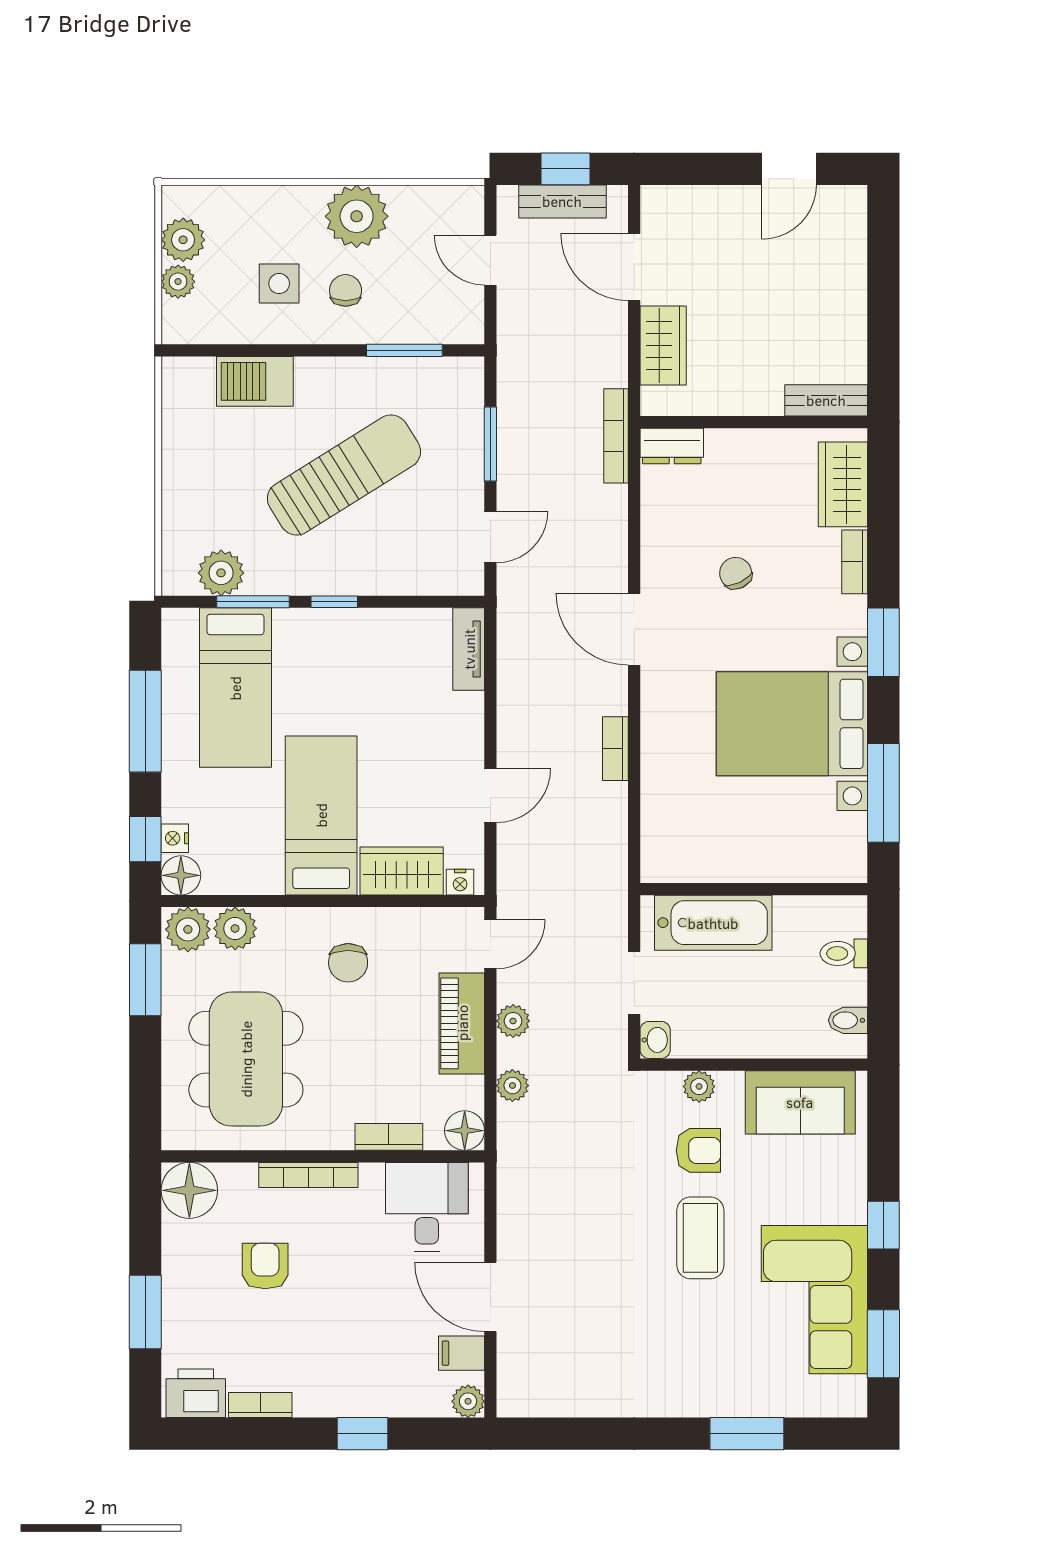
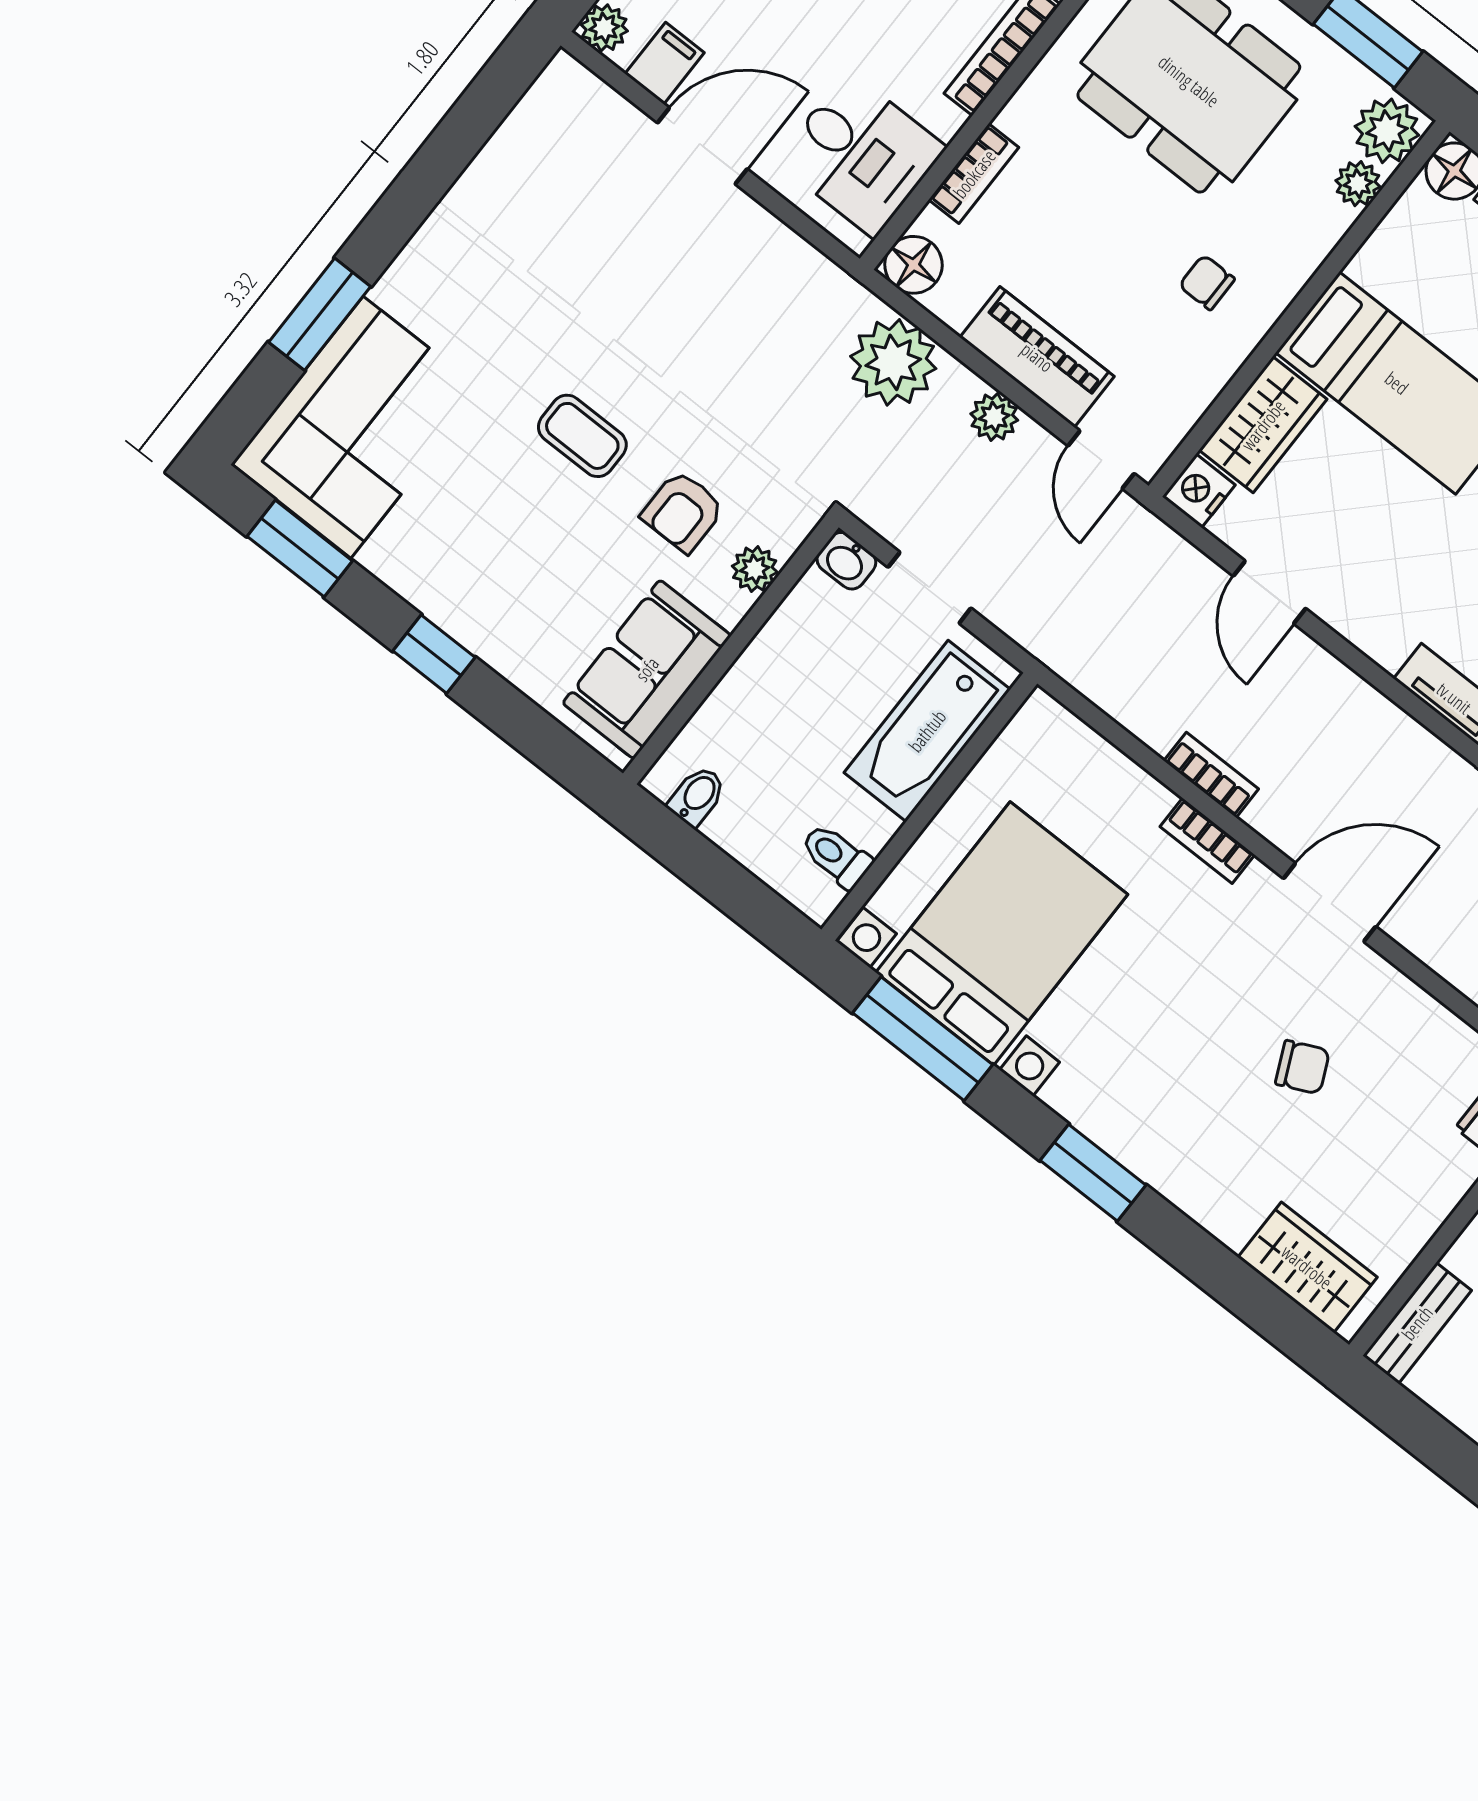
bookcase: (855, 562) -> (1207, 841), moved, turned 180
bed with nightstands: (792, 724) -> (1002, 933), moved
nightstand: (460, 882) -> (1199, 491), width x1.39, depth x1.35
plant: (235, 928) -> (1358, 184), width x0.73, depth x0.73
toilet: (844, 953) -> (836, 856), moved, turned -90
chair: (348, 963) -> (1207, 282), width x0.73, depth x0.73
plant: (512, 1086) -> (893, 362), width x1.88, depth x1.88
coffee table: (700, 1238) -> (582, 436), width x0.73, depth x0.77
corner sofa: (814, 1300) -> (357, 427), moved, turned 90

